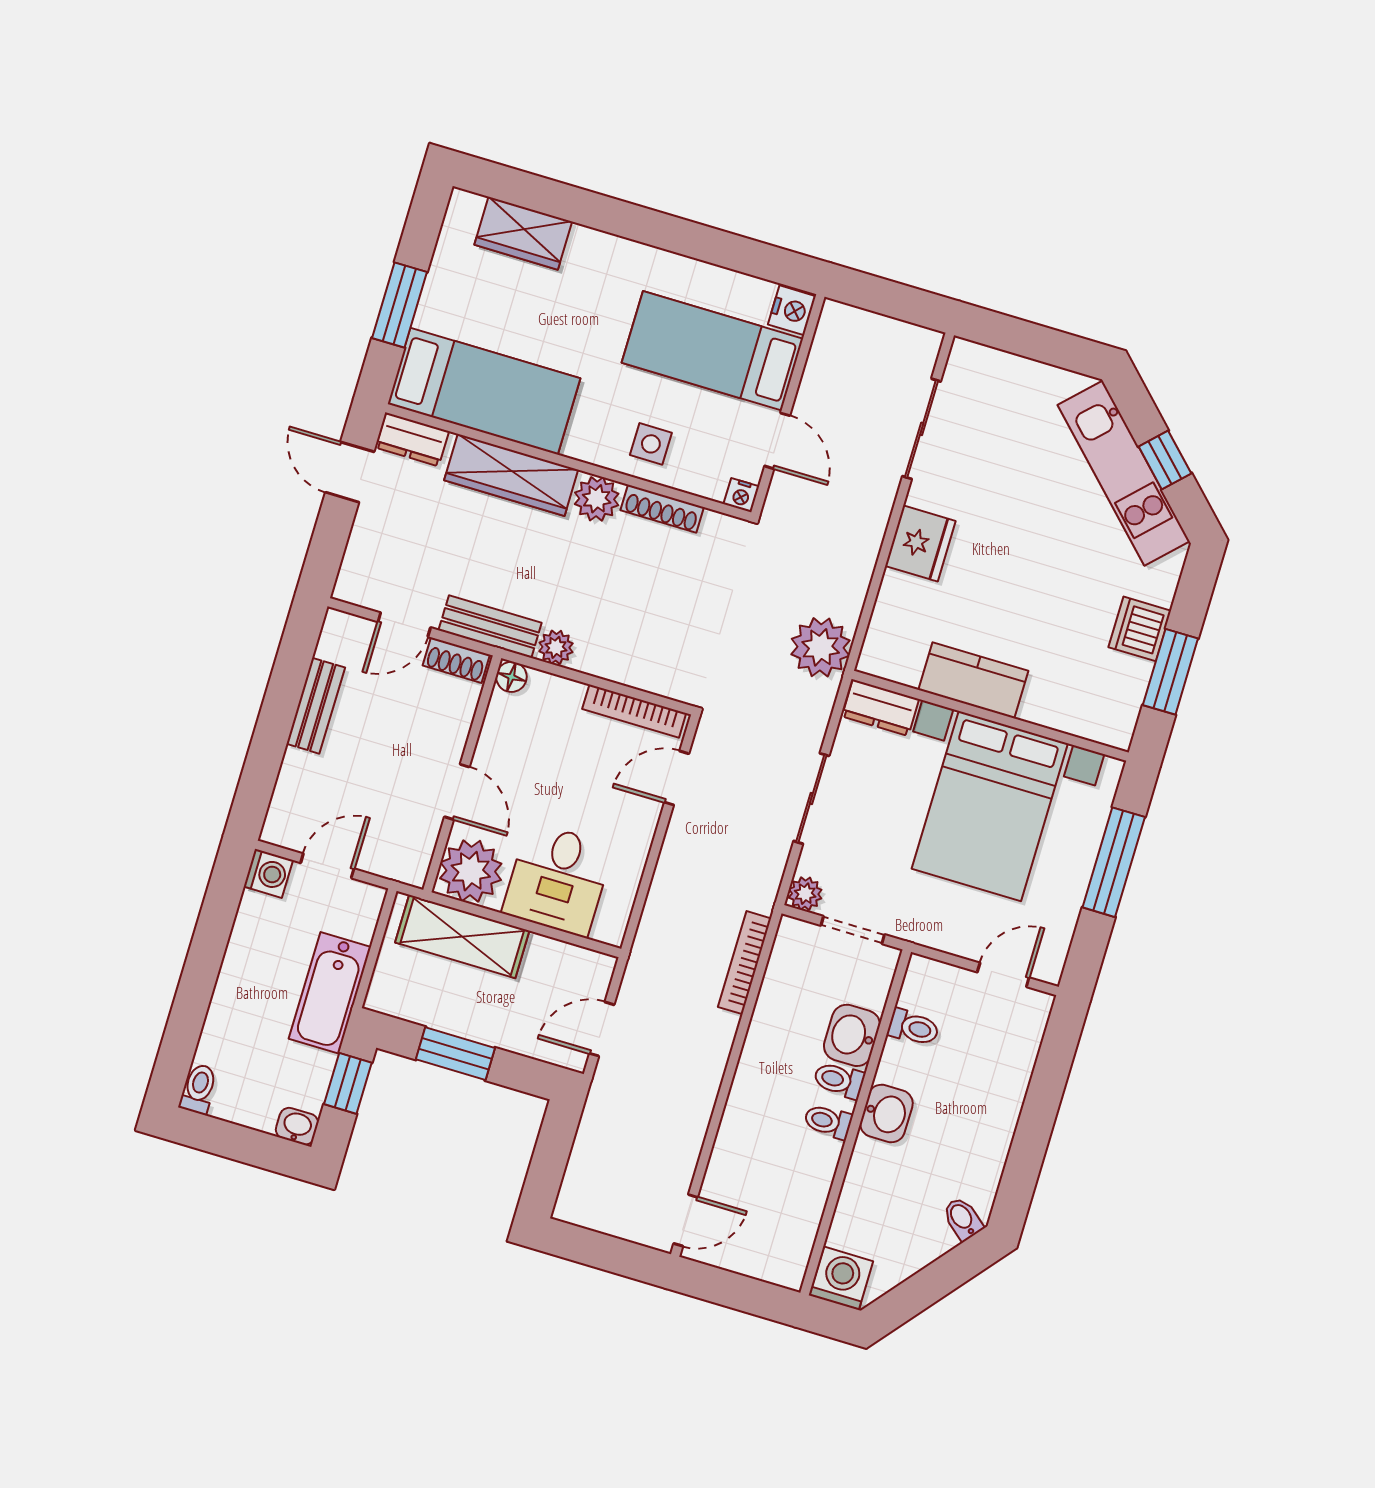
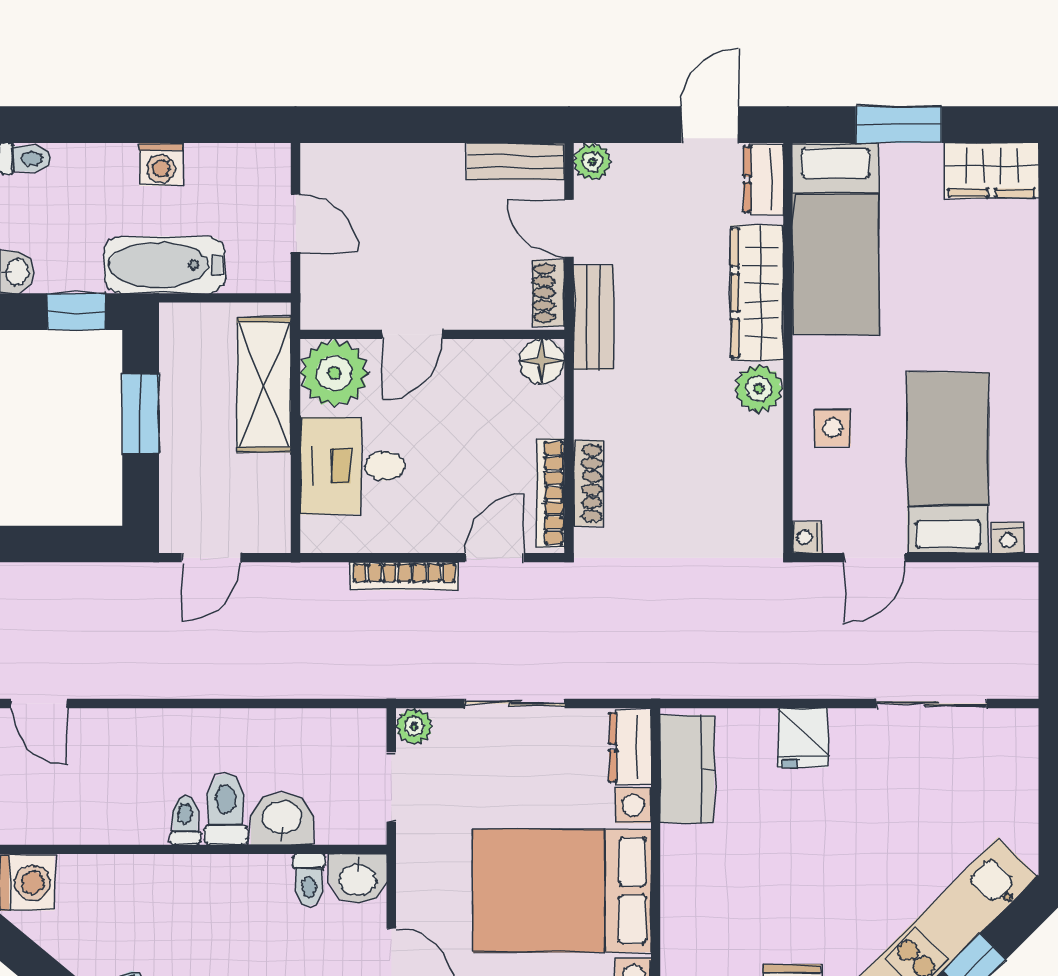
wardrobe: (523, 233) -> (991, 170), moved, turned -90
nightstand: (792, 310) -> (1008, 538), width x0.72, depth x0.74
shoe rack: (662, 509) -> (588, 483), moved, turned 180
fridge: (920, 543) -> (803, 738), width x0.72
plant: (556, 647) -> (592, 162), moved
plant: (821, 647) -> (674, 666), removed
floor lamp: (511, 677) -> (542, 361), width x1.37, depth x1.37
kitchen counter: (973, 680) -> (687, 769), moved
bench: (316, 706) -> (516, 161), moved
door: (677, 778) -> (494, 558), hinge flipped
washing machine: (268, 873) -> (161, 164), moved
bookcase: (745, 963) -> (404, 576), moved, turned 180
door: (602, 1029) -> (211, 558), swing flipped
toilet: (839, 1080) -> (226, 809), width x1.37, depth x1.39
washbasin: (886, 1114) -> (358, 879), moved

